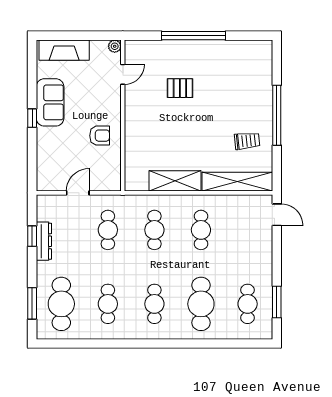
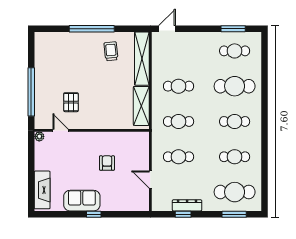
plant: (115, 46) -> (39, 136), moved
door: (123, 74) -> (61, 130), moved
wall: (123, 115) -> (92, 130), moved

